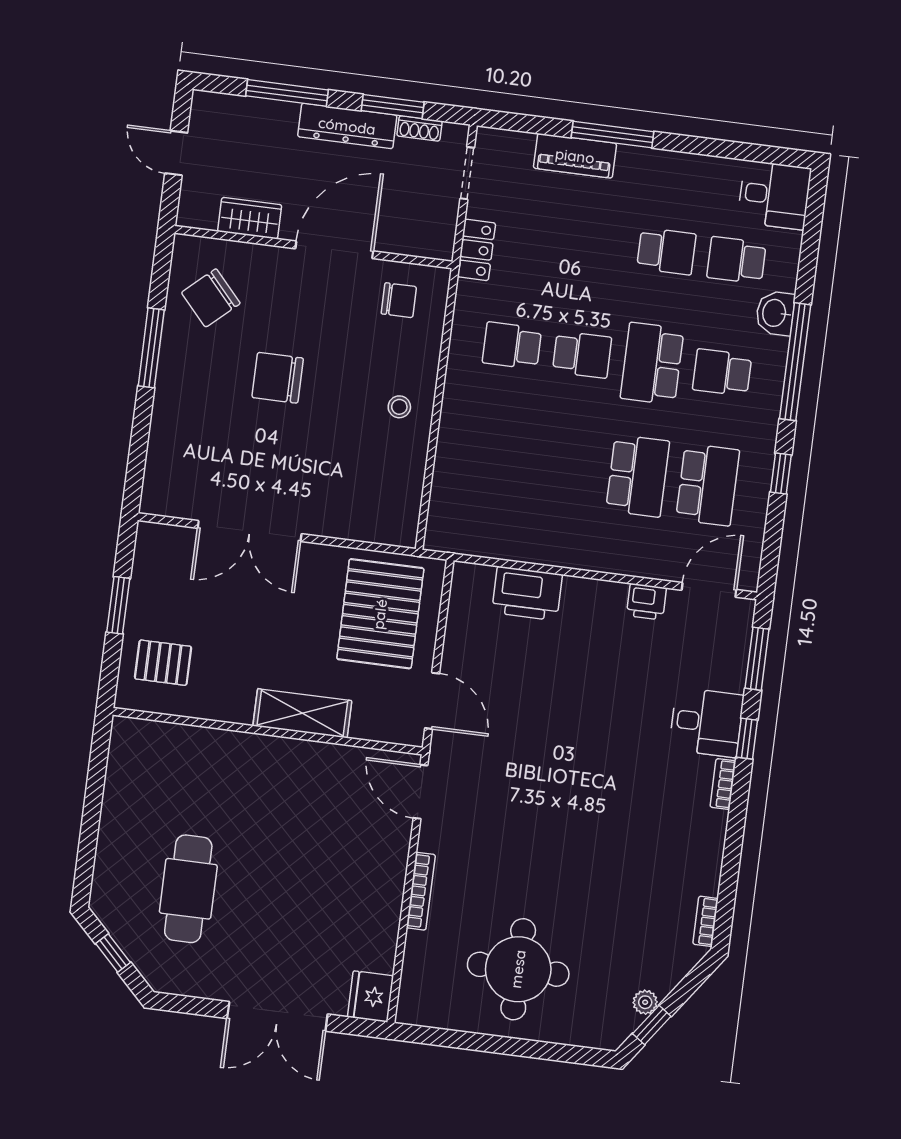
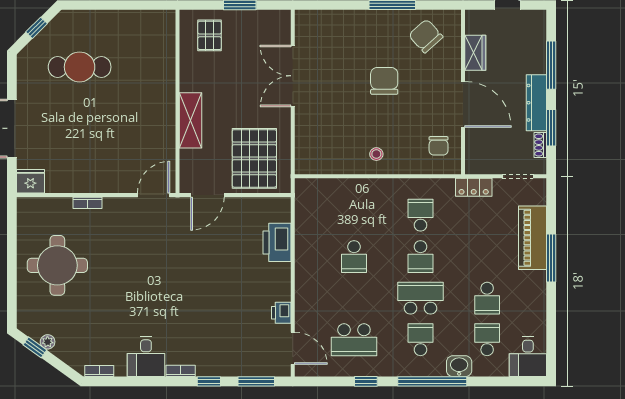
piano: (575, 156) -> (532, 238), width x1.37, depth x1.33
school desk: (638, 476) -> (354, 257), moved, width x0.54
pallet: (380, 614) -> (254, 158), turned 90
desk: (706, 722) -> (146, 357), moved
bookcase: (421, 891) -> (87, 203), width x0.64

